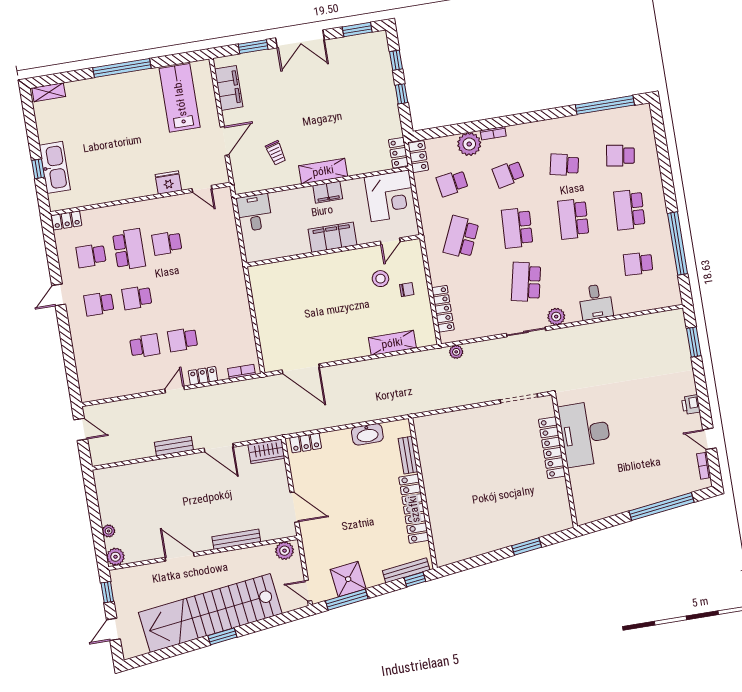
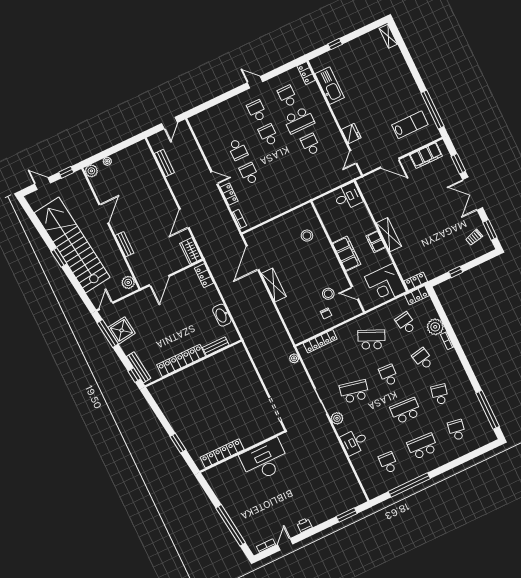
window: (396, 60) -> (477, 262), removed
window: (122, 68) -> (432, 110), moved
lab bench: (180, 98) -> (410, 125), width x0.73, depth x0.72
trolley: (276, 153) -> (474, 237), moved
kitchen sink: (55, 167) -> (330, 86), moved, turned -90
school desk: (517, 228) -> (389, 375), width x0.54
stool: (292, 285) -> (307, 236), added
shelving: (392, 343) -> (274, 285), moved
bench: (174, 446) -> (164, 163), moved
locker: (552, 448) -> (222, 453), moved
bench: (236, 539) -> (125, 244), width x0.73

